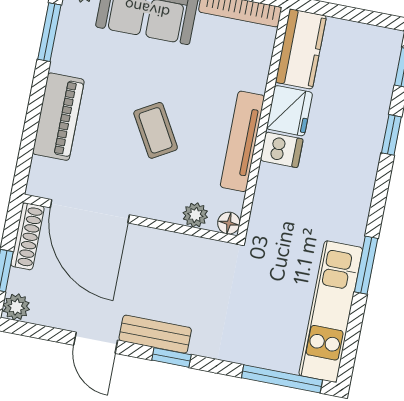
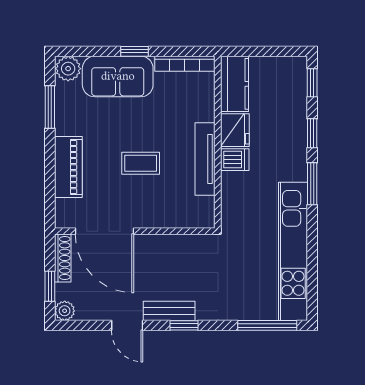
coffee table: (156, 130) -> (141, 163), turned -60
plant: (195, 215) -> (181, 219), removed
floor lamp: (229, 223) -> (207, 220), removed
window: (366, 265) -> (312, 184), moved
kitchen unit: (331, 312) -> (293, 251), width x1.36

